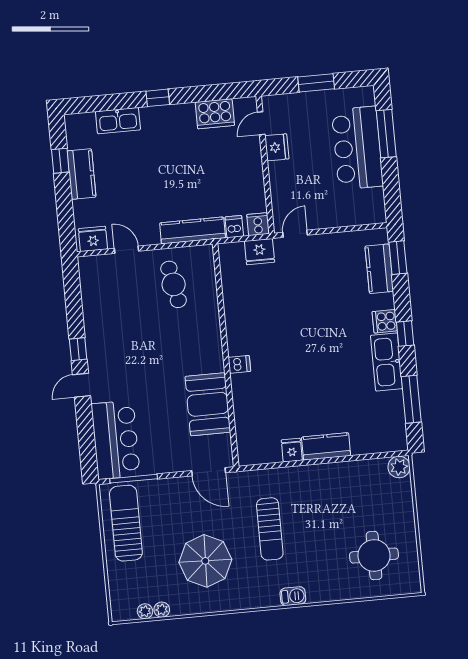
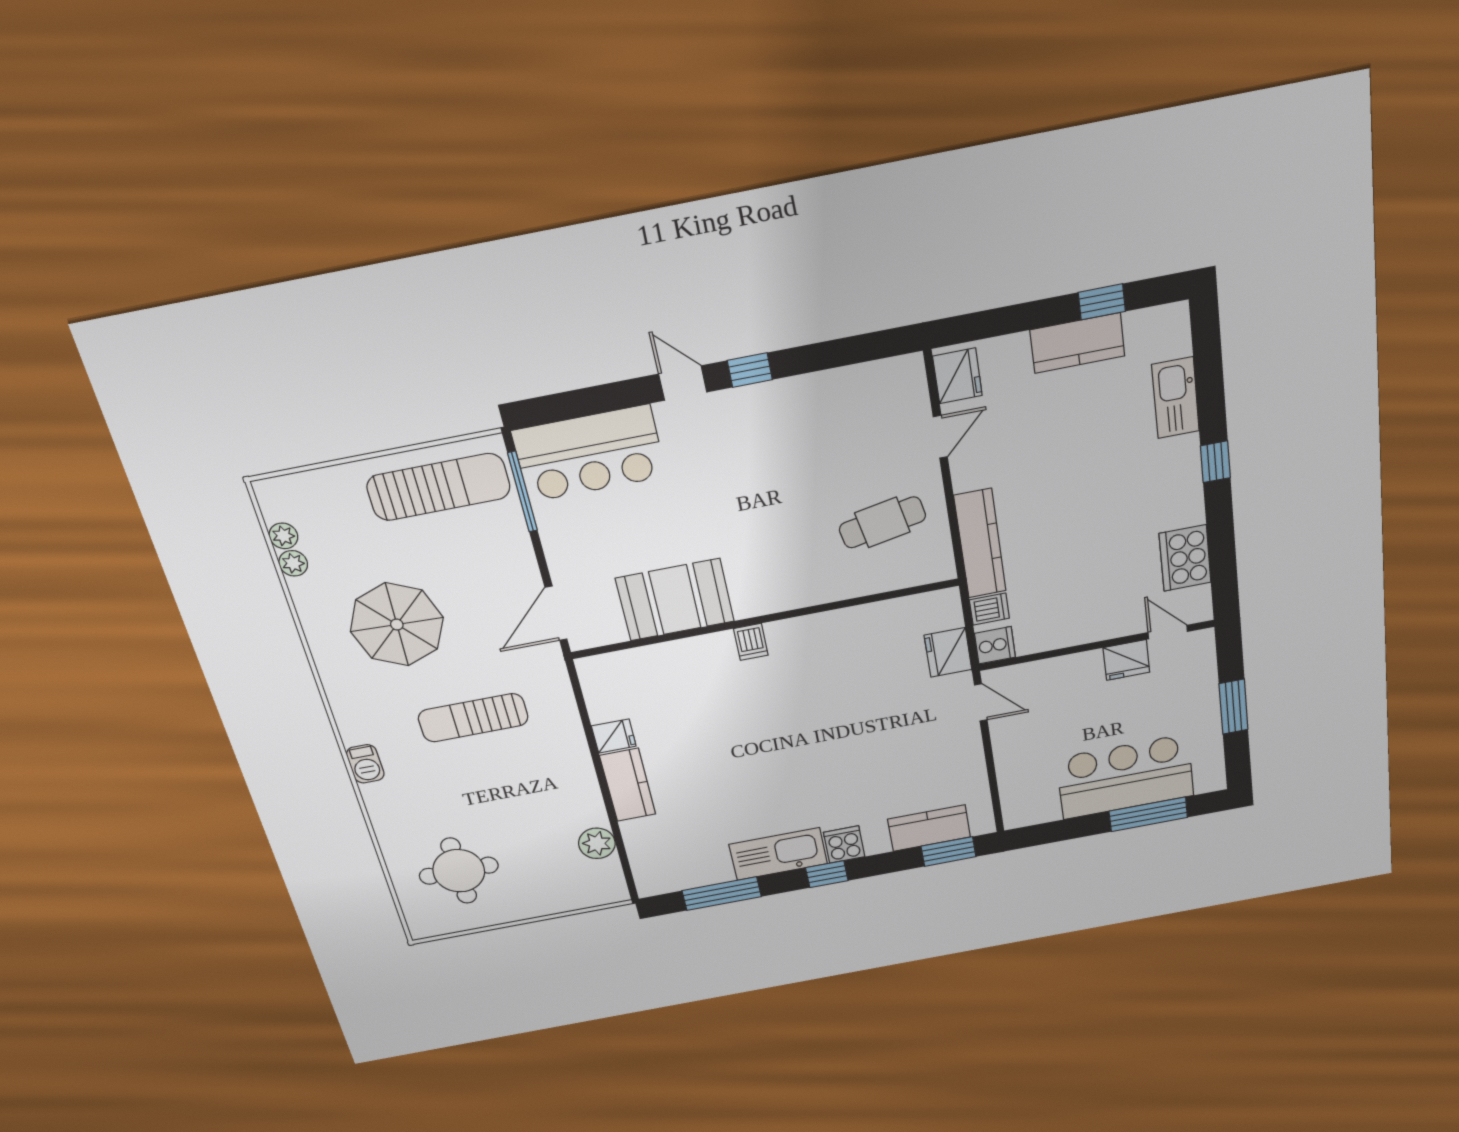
plant: (399, 467) -> (597, 843), moved

